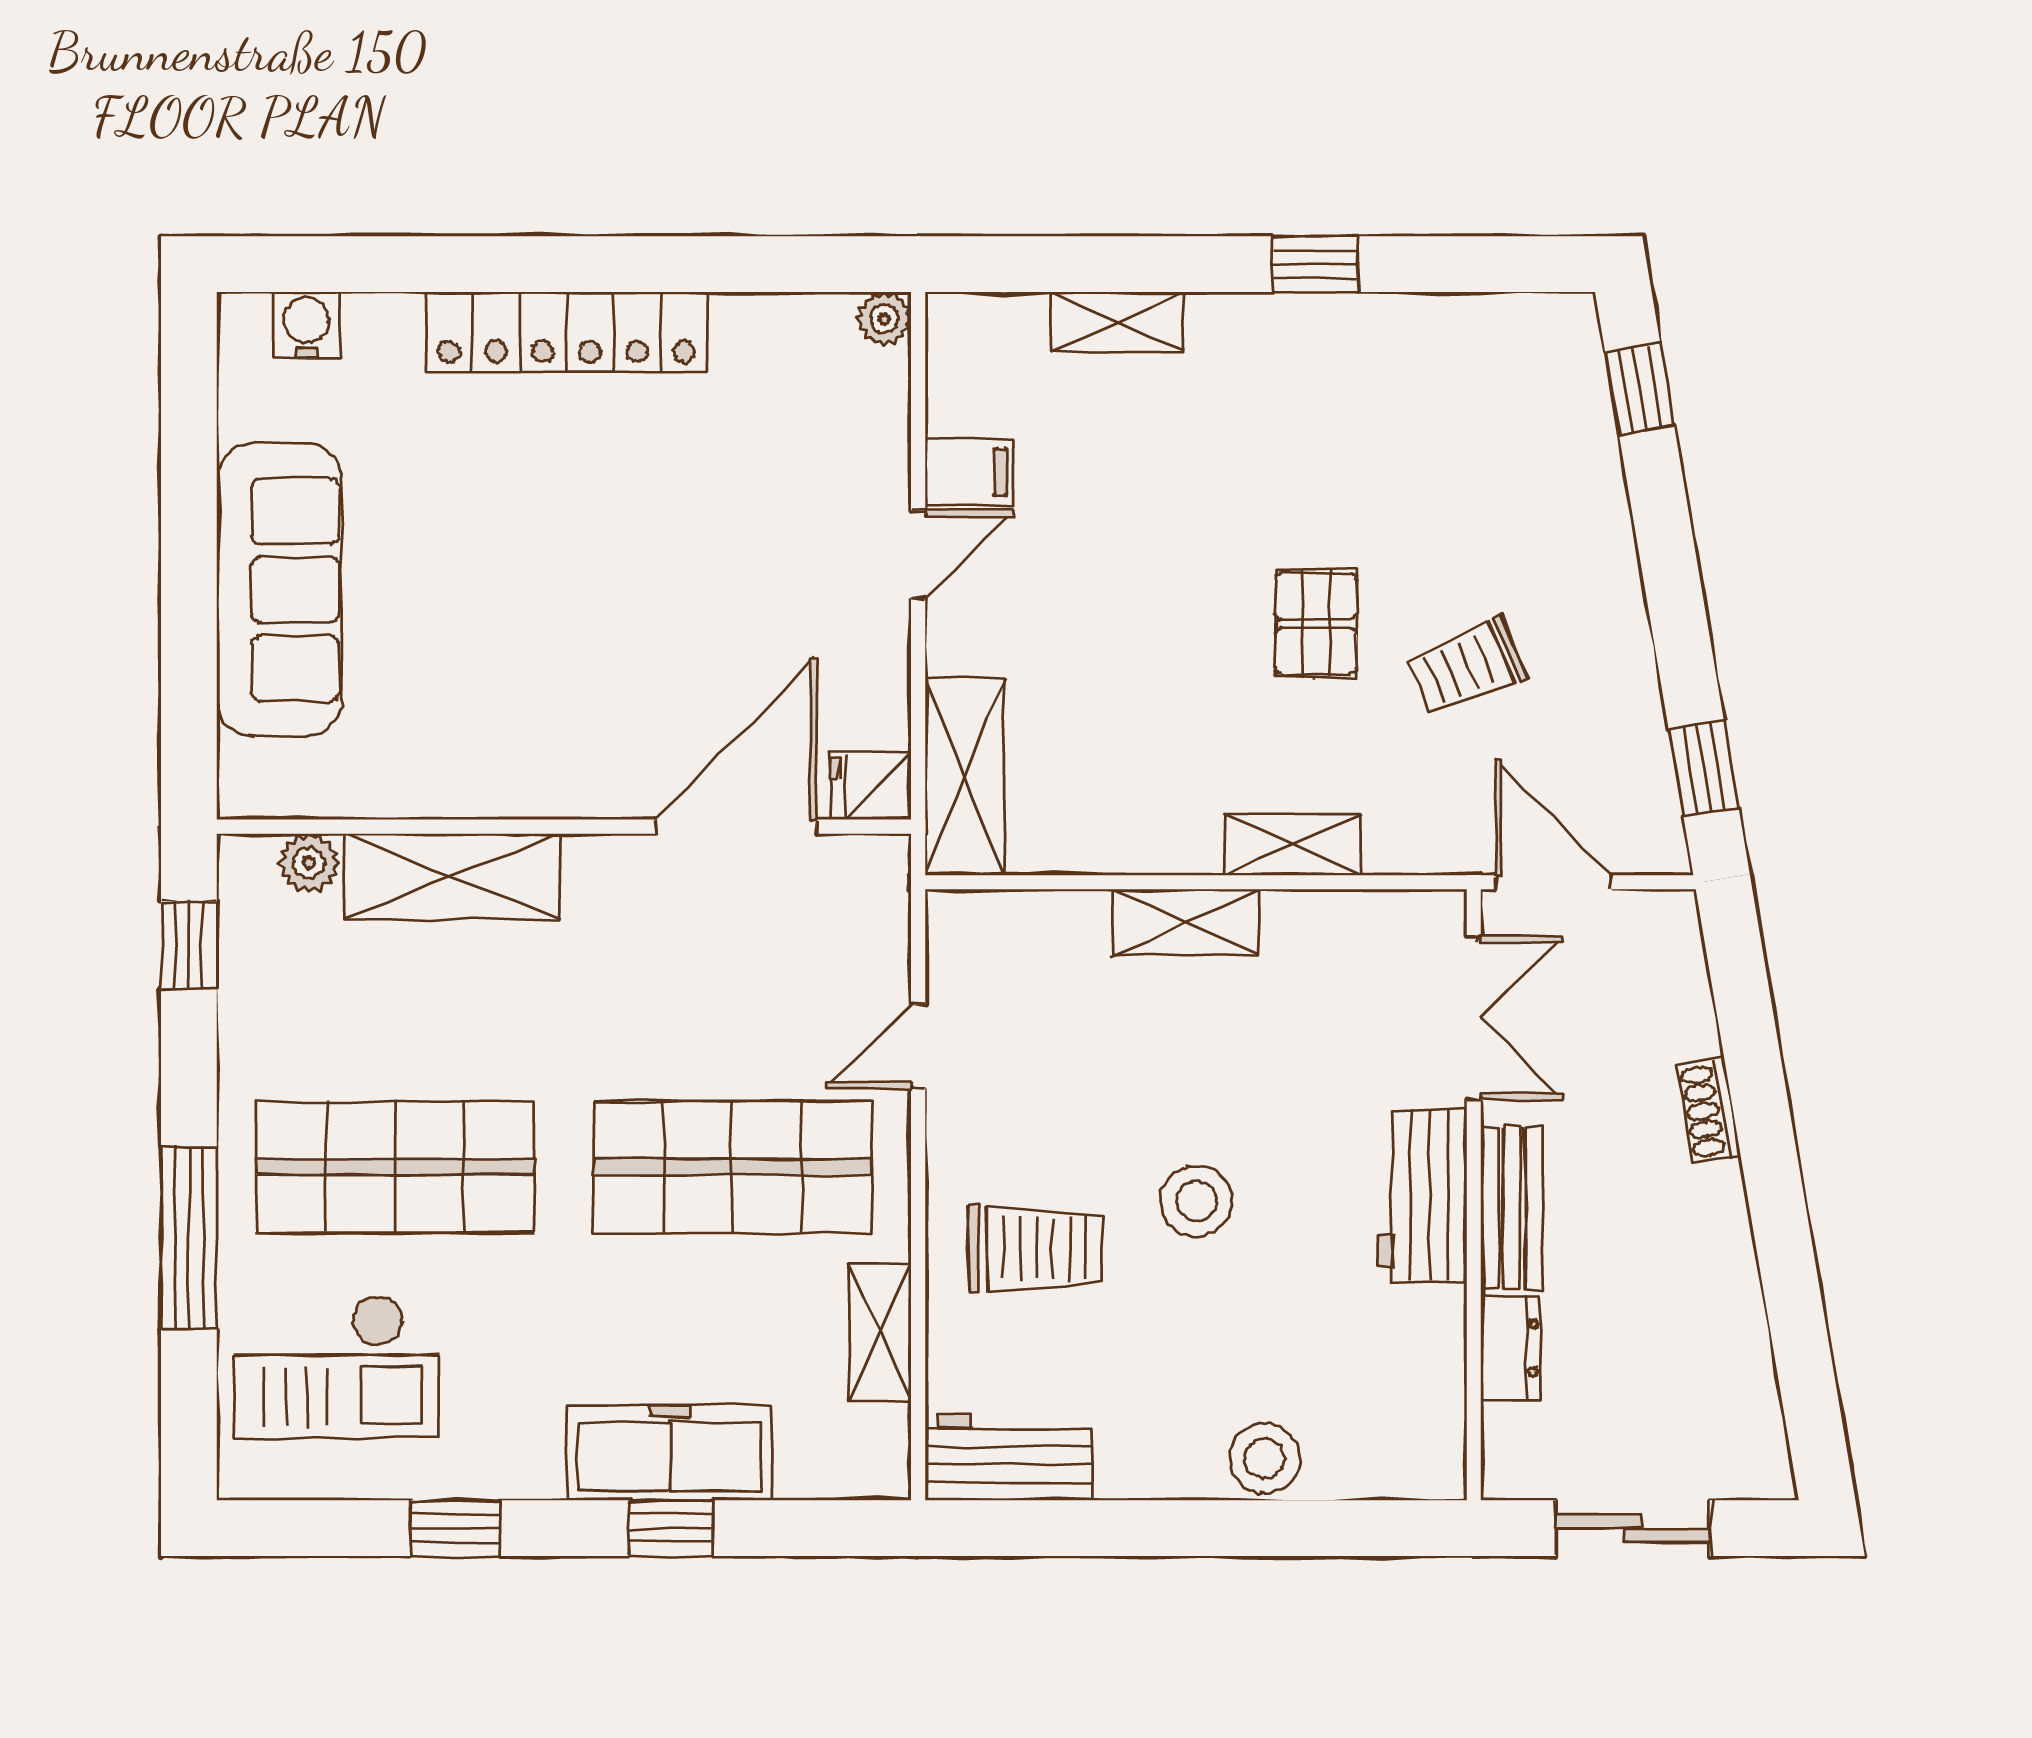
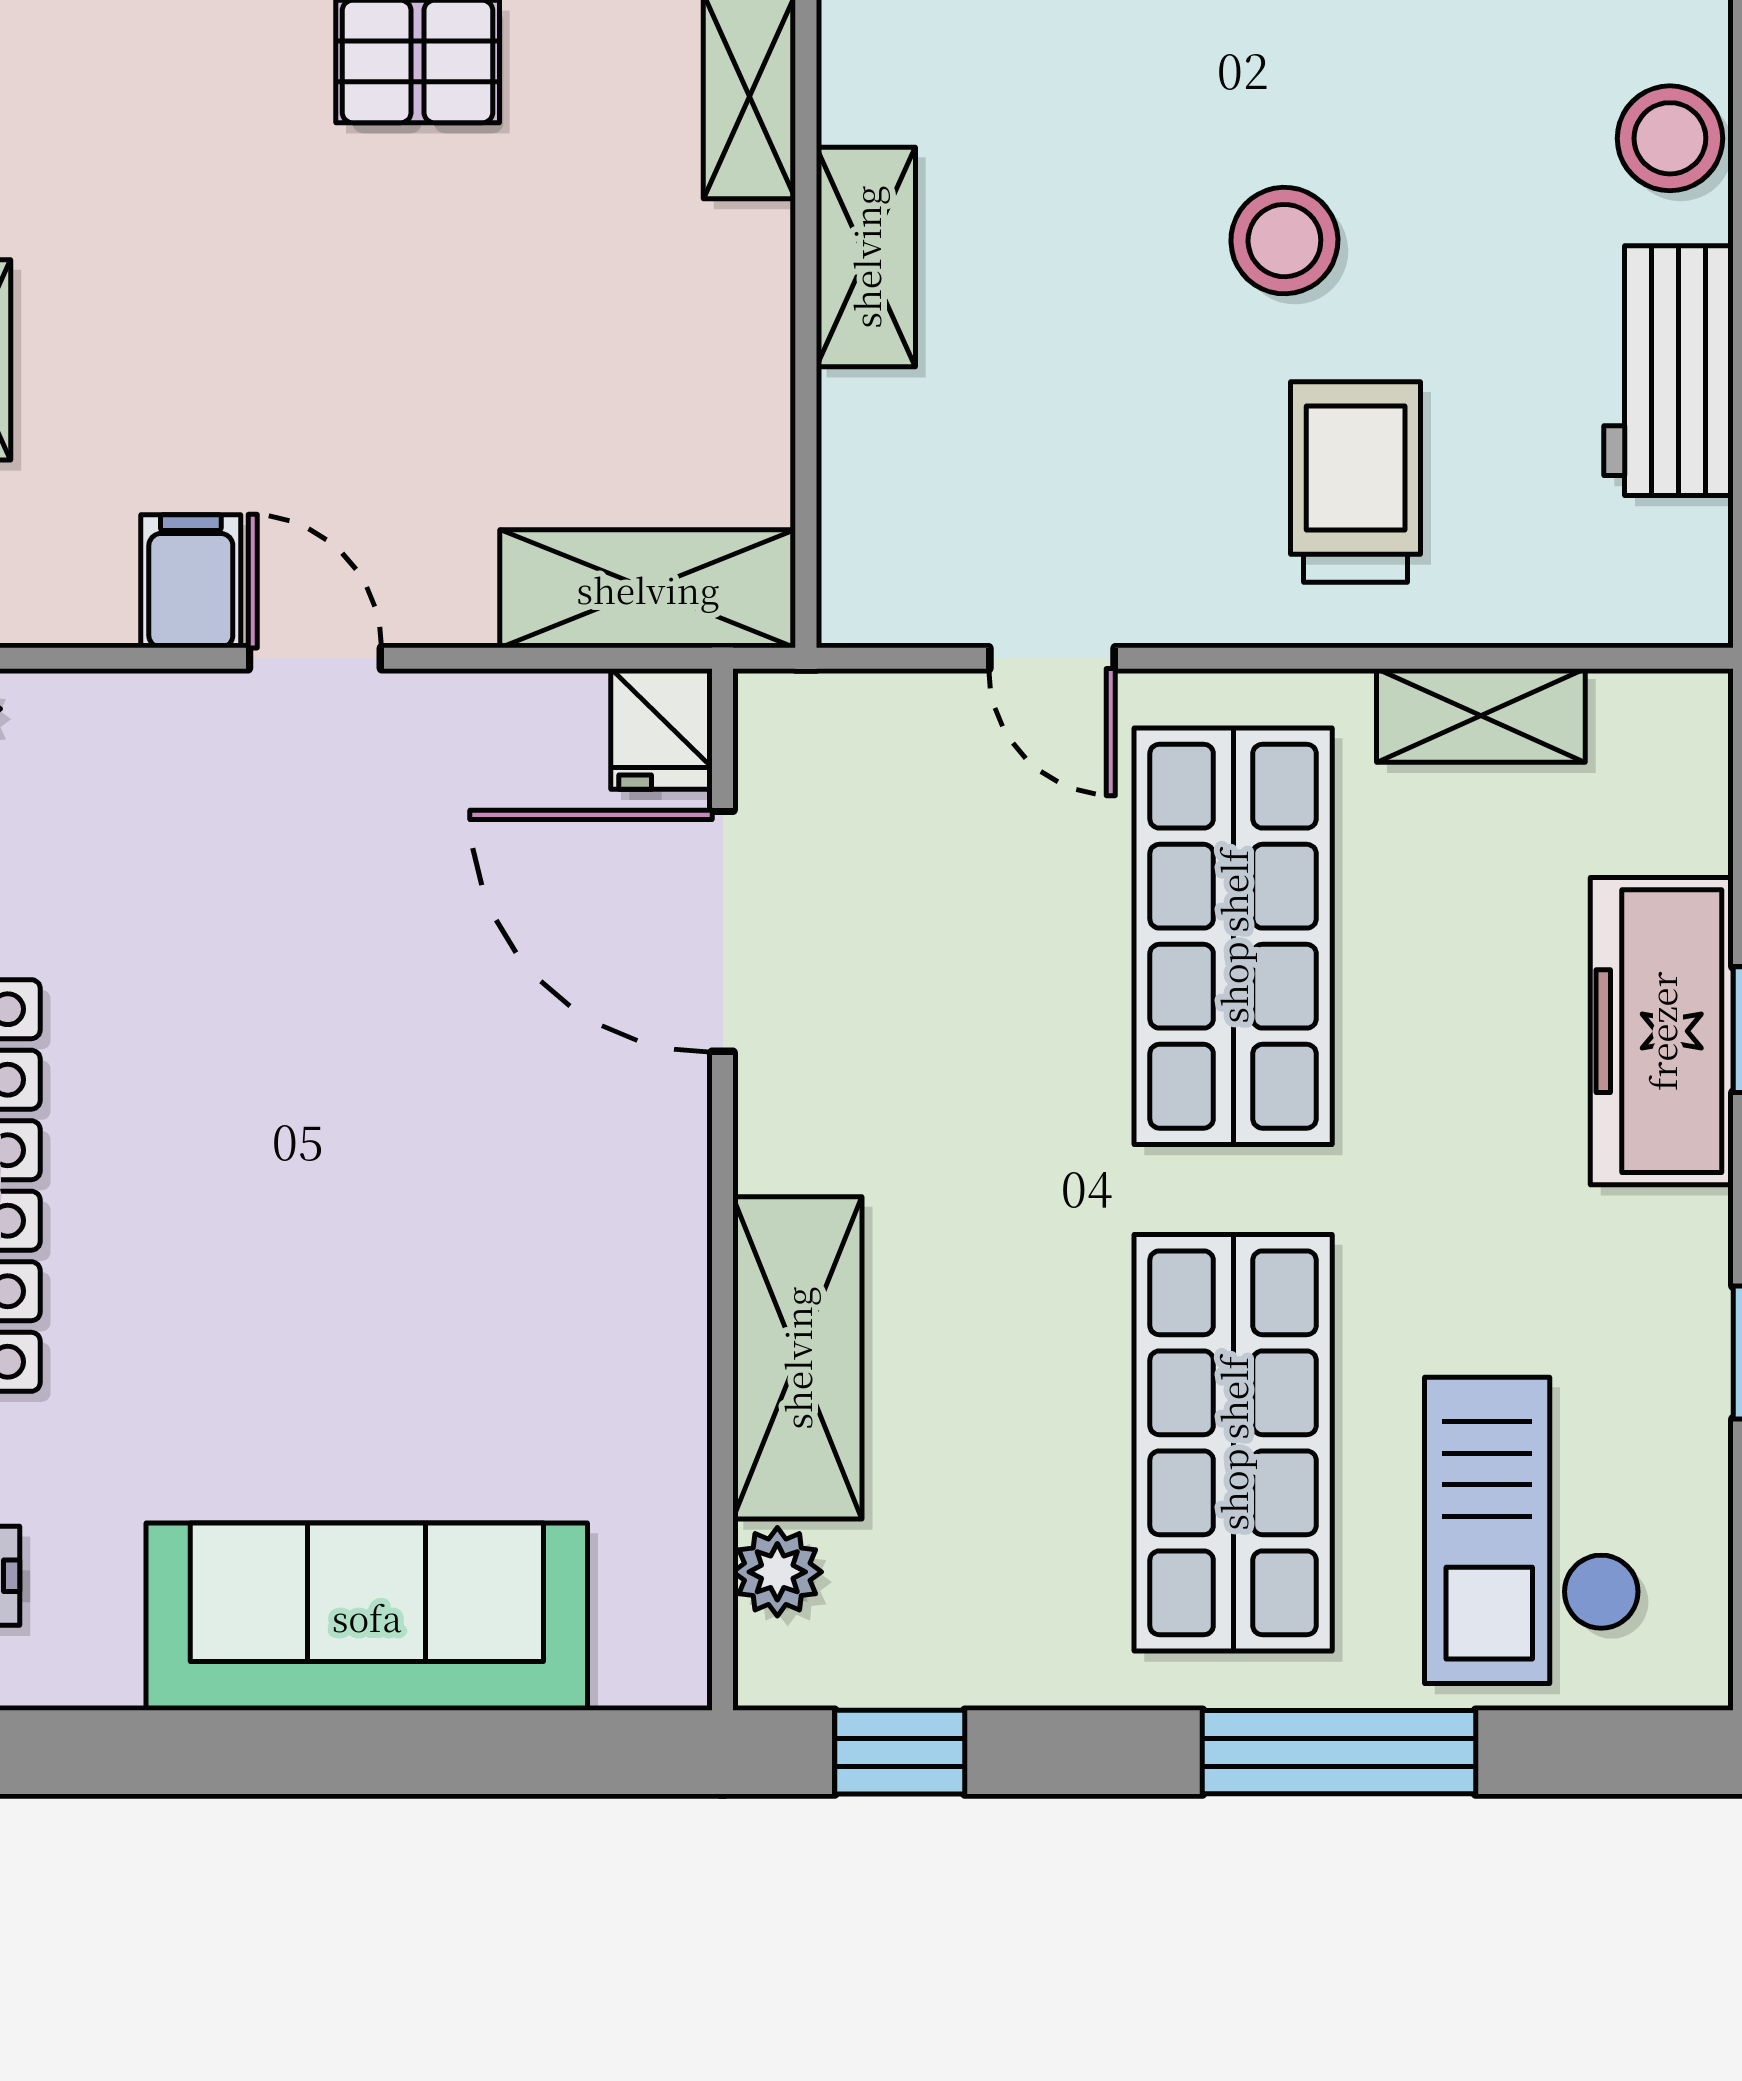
checkout: (337, 1367) -> (1532, 1530), turned 180
workbench: (1008, 1457) -> (1669, 371), moved

